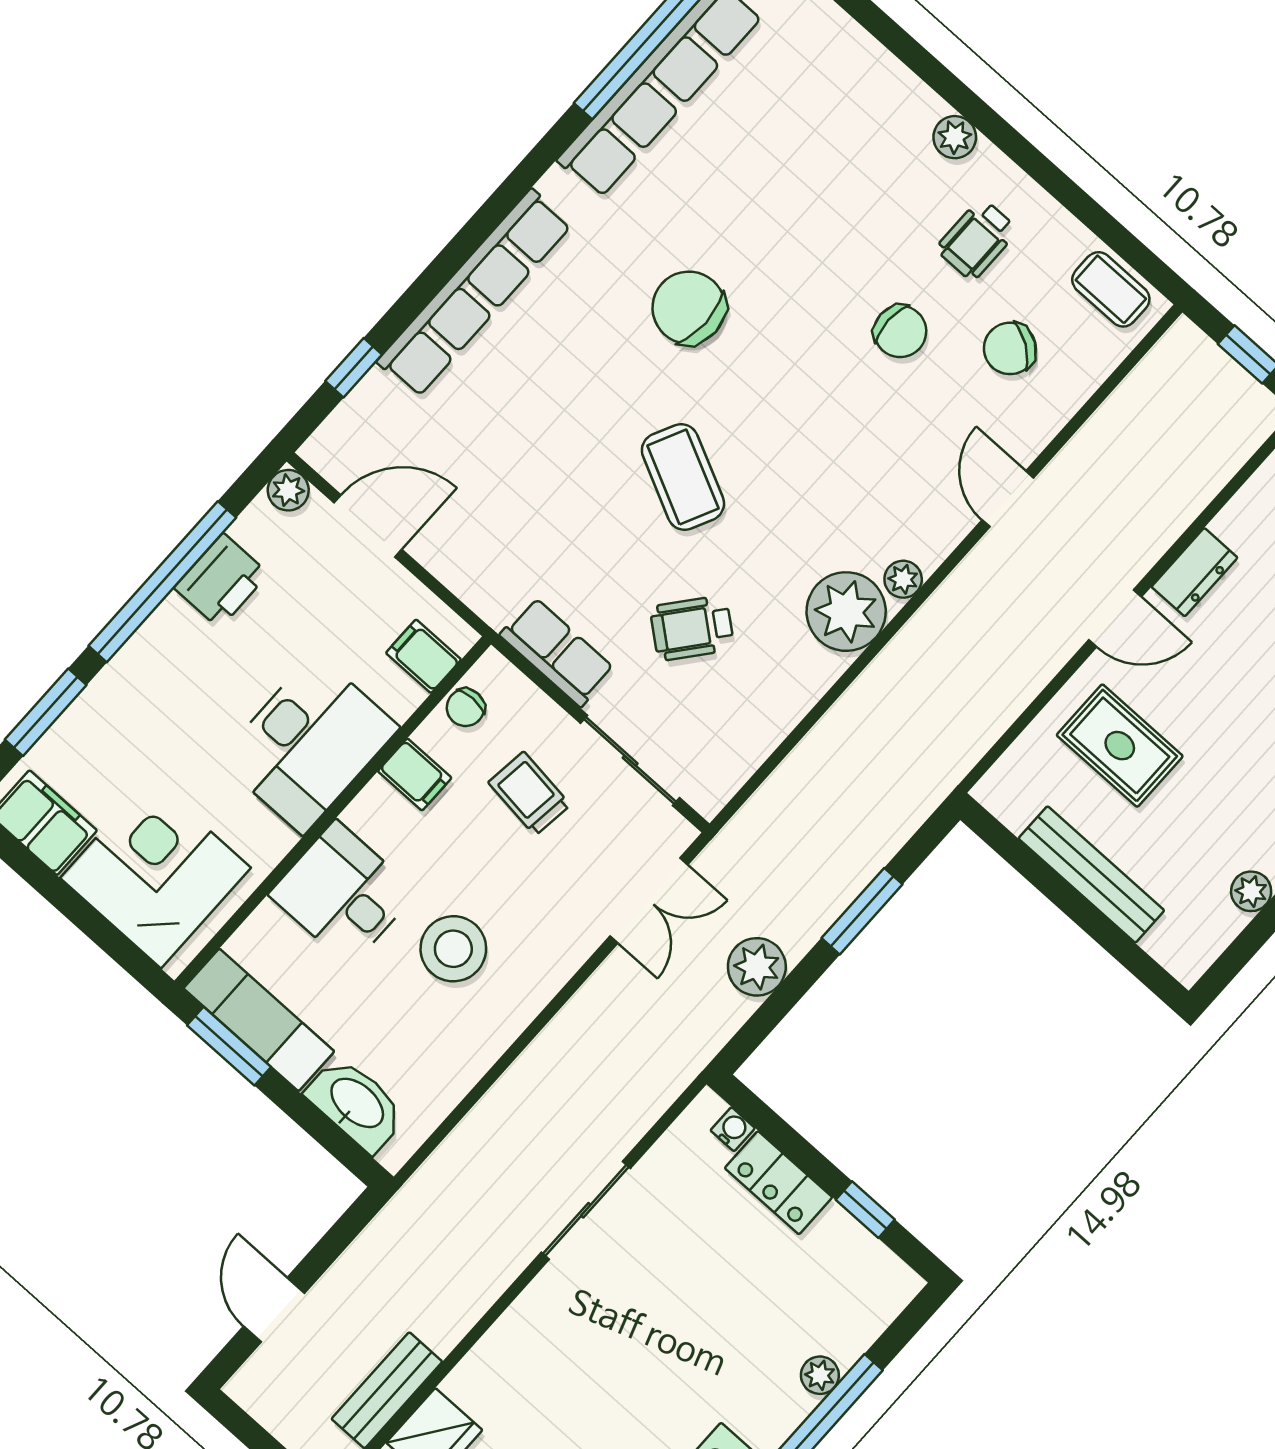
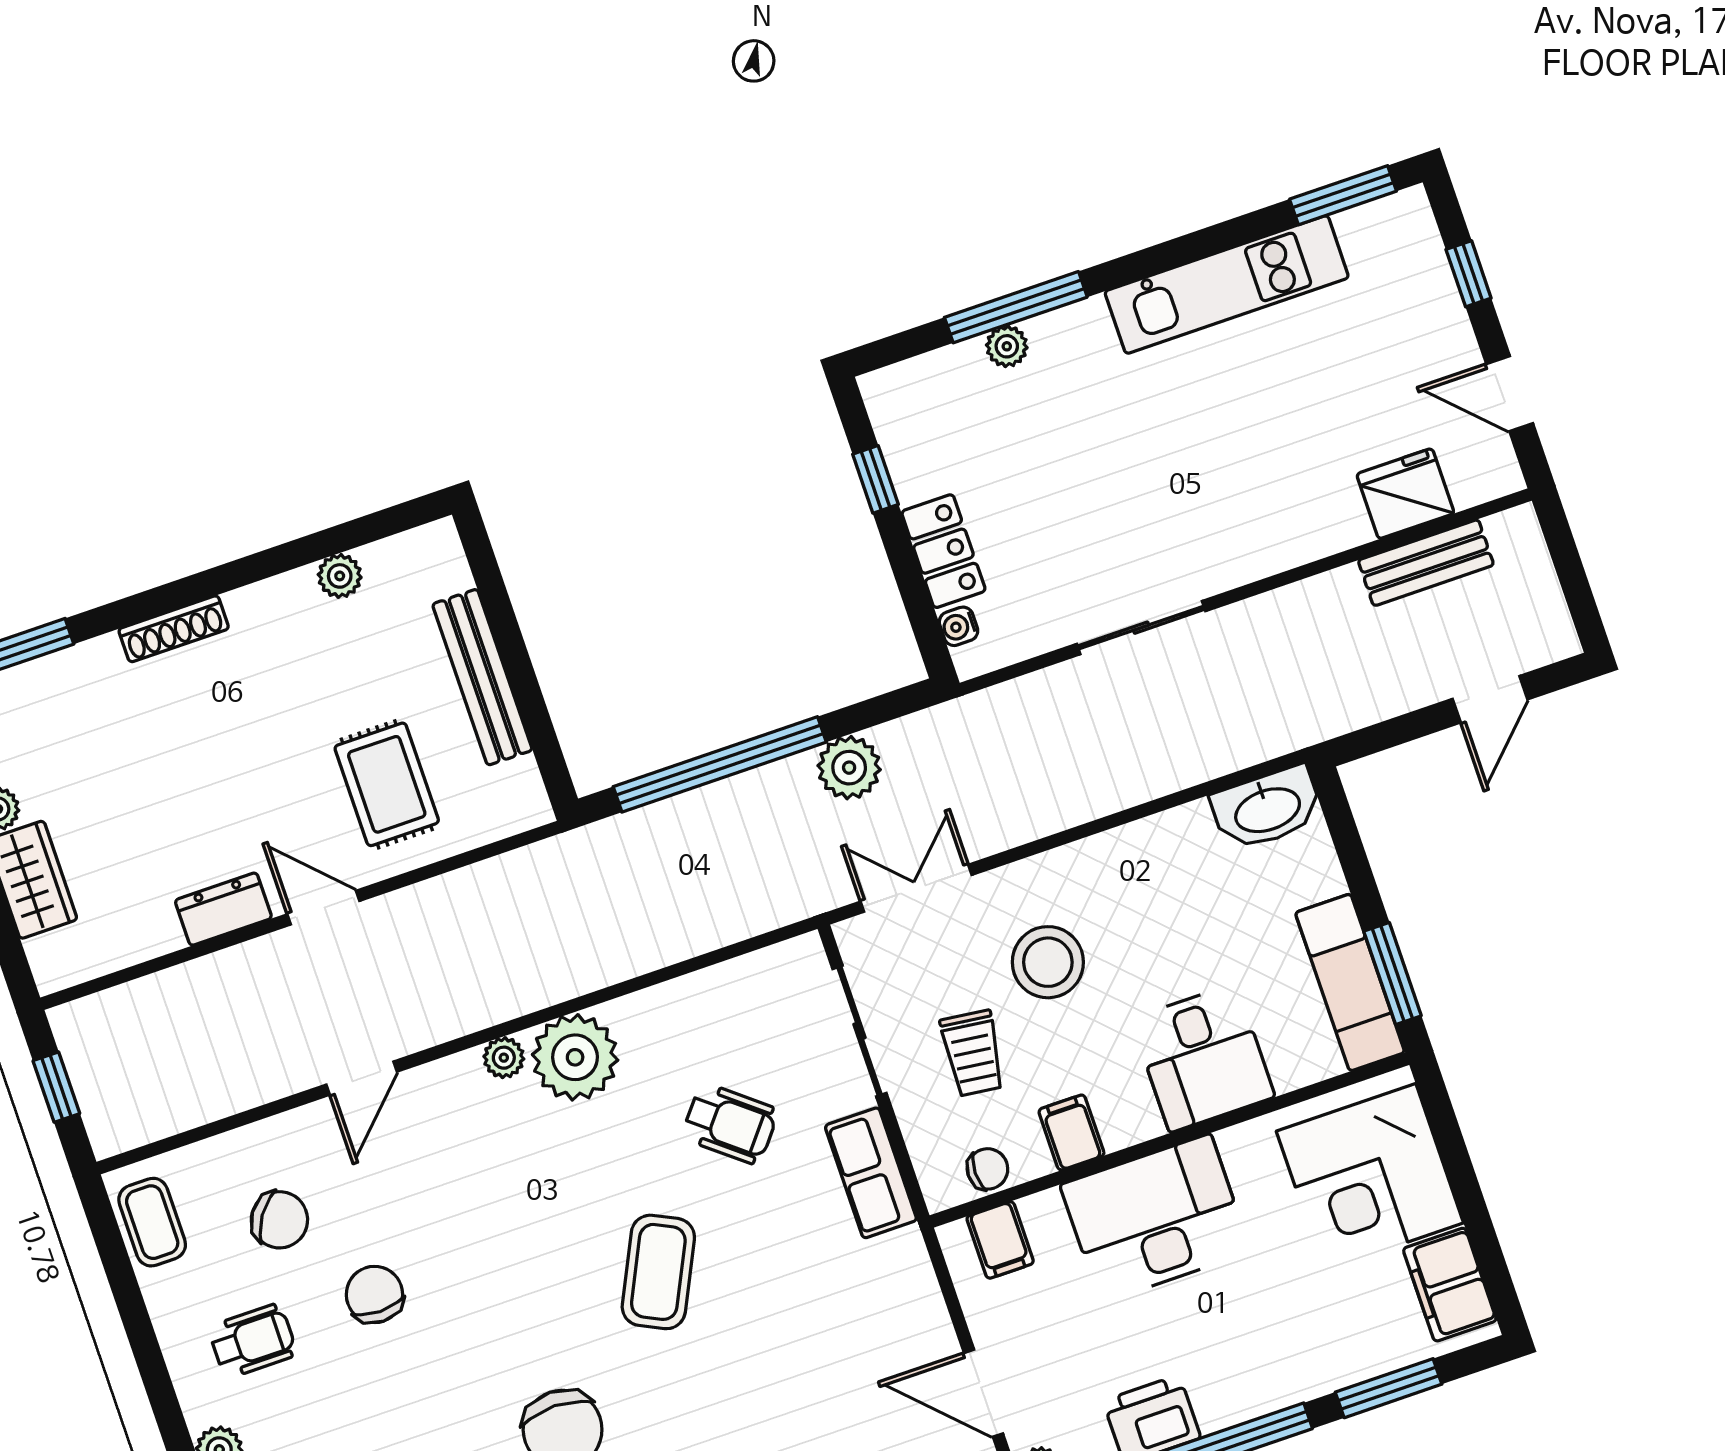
window: (862, 911) -> (720, 764), width x2.11
stool: (453, 949) -> (1048, 962), moved
washbasin: (356, 1104) -> (1267, 808), moved, turned -90

